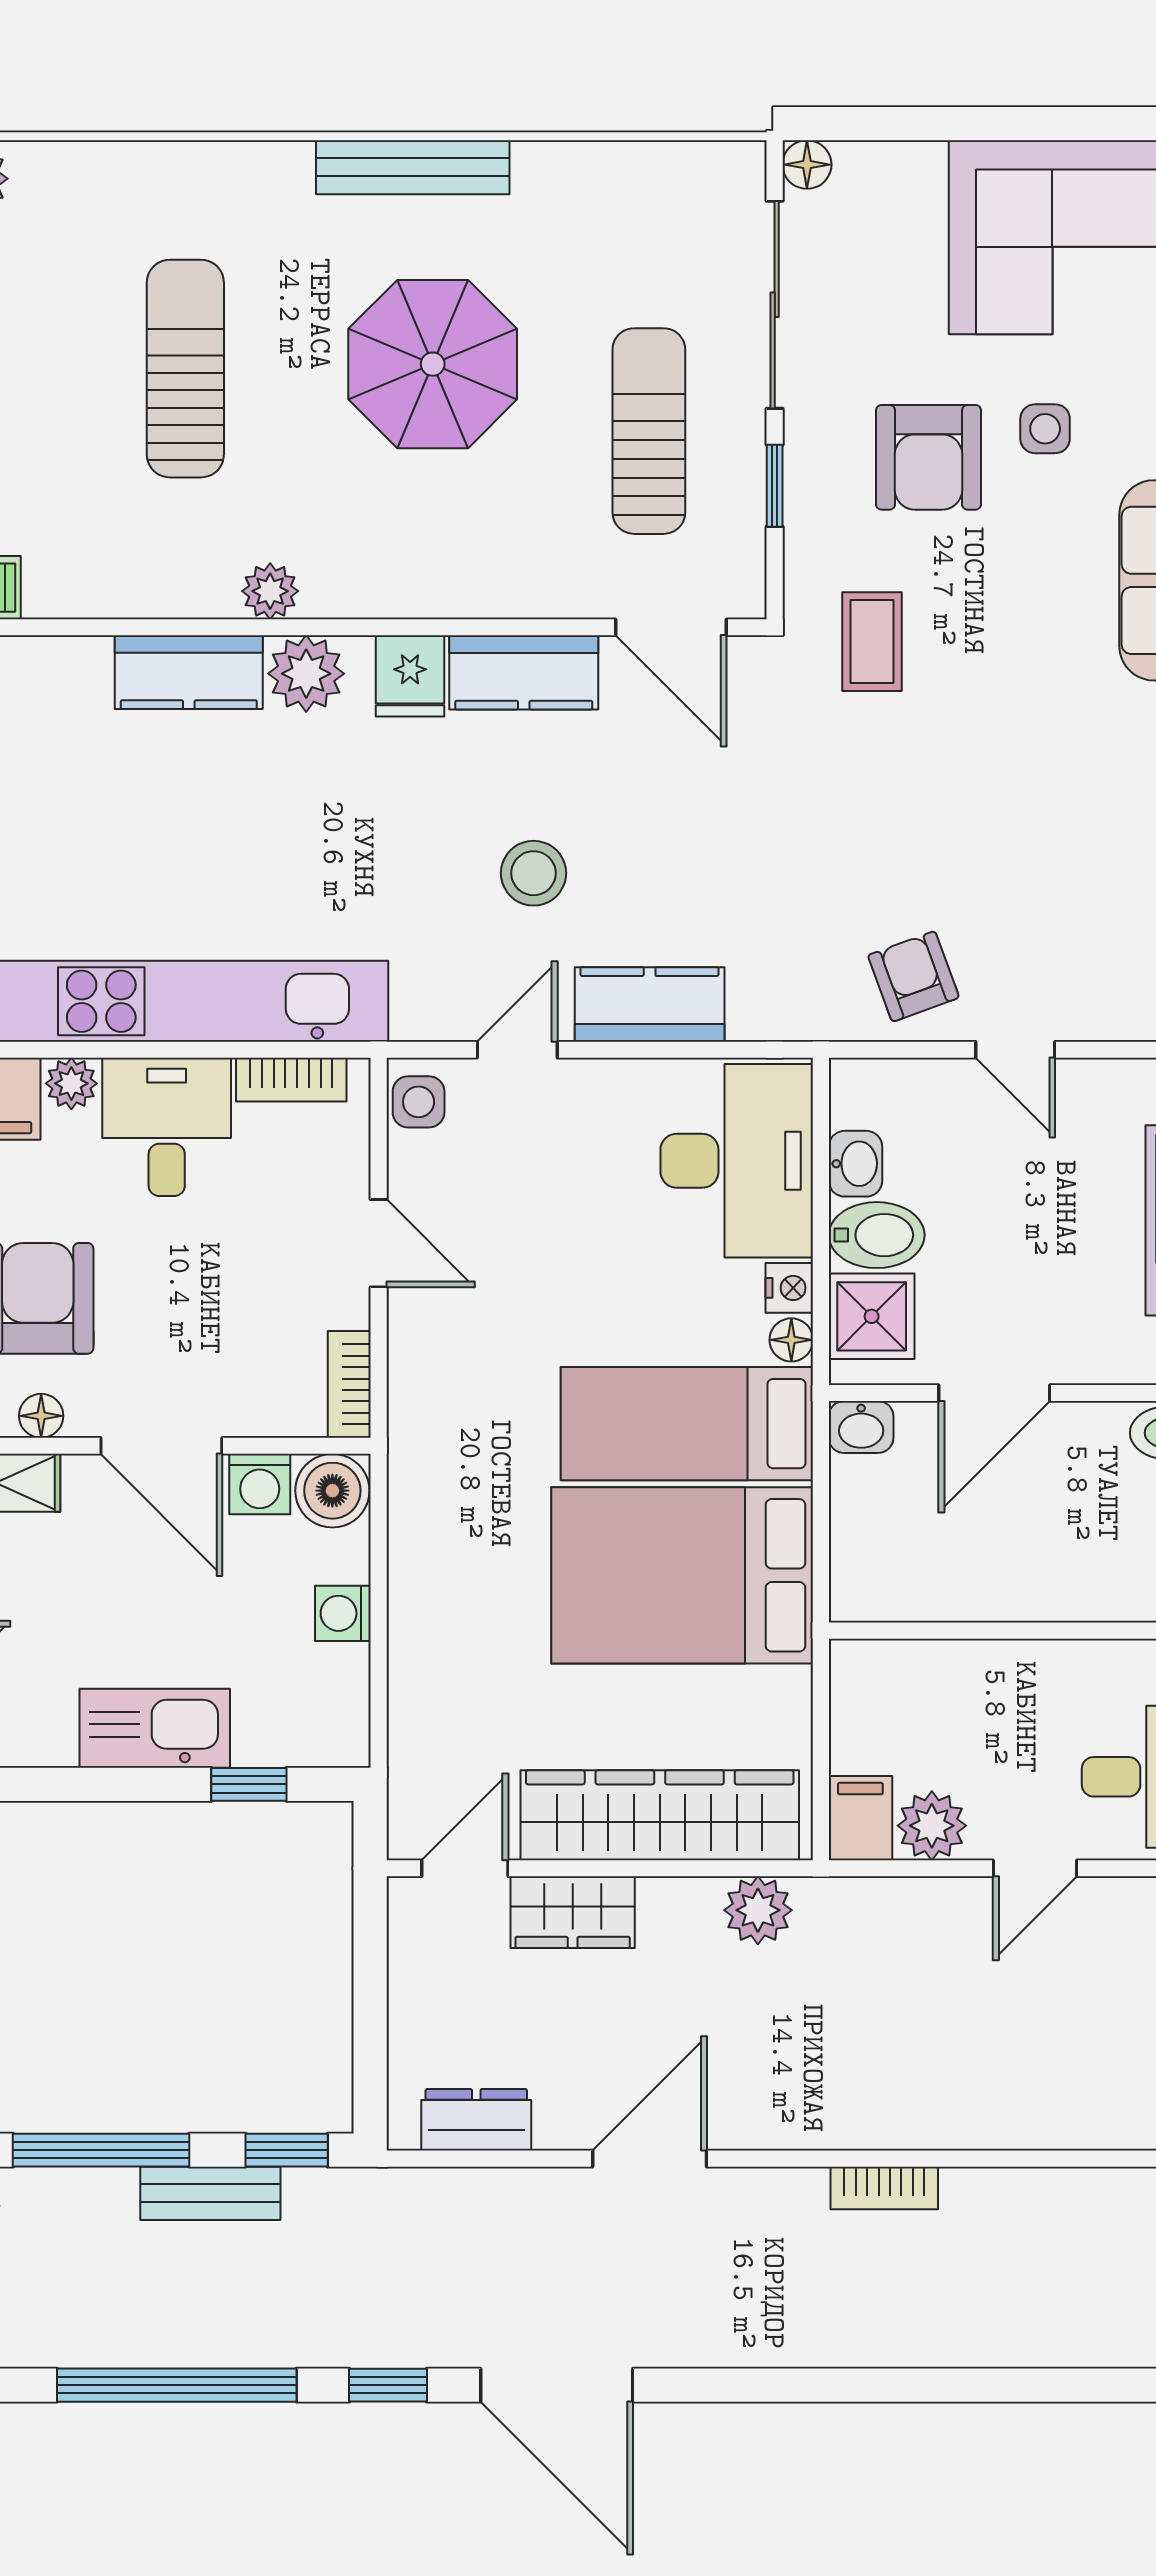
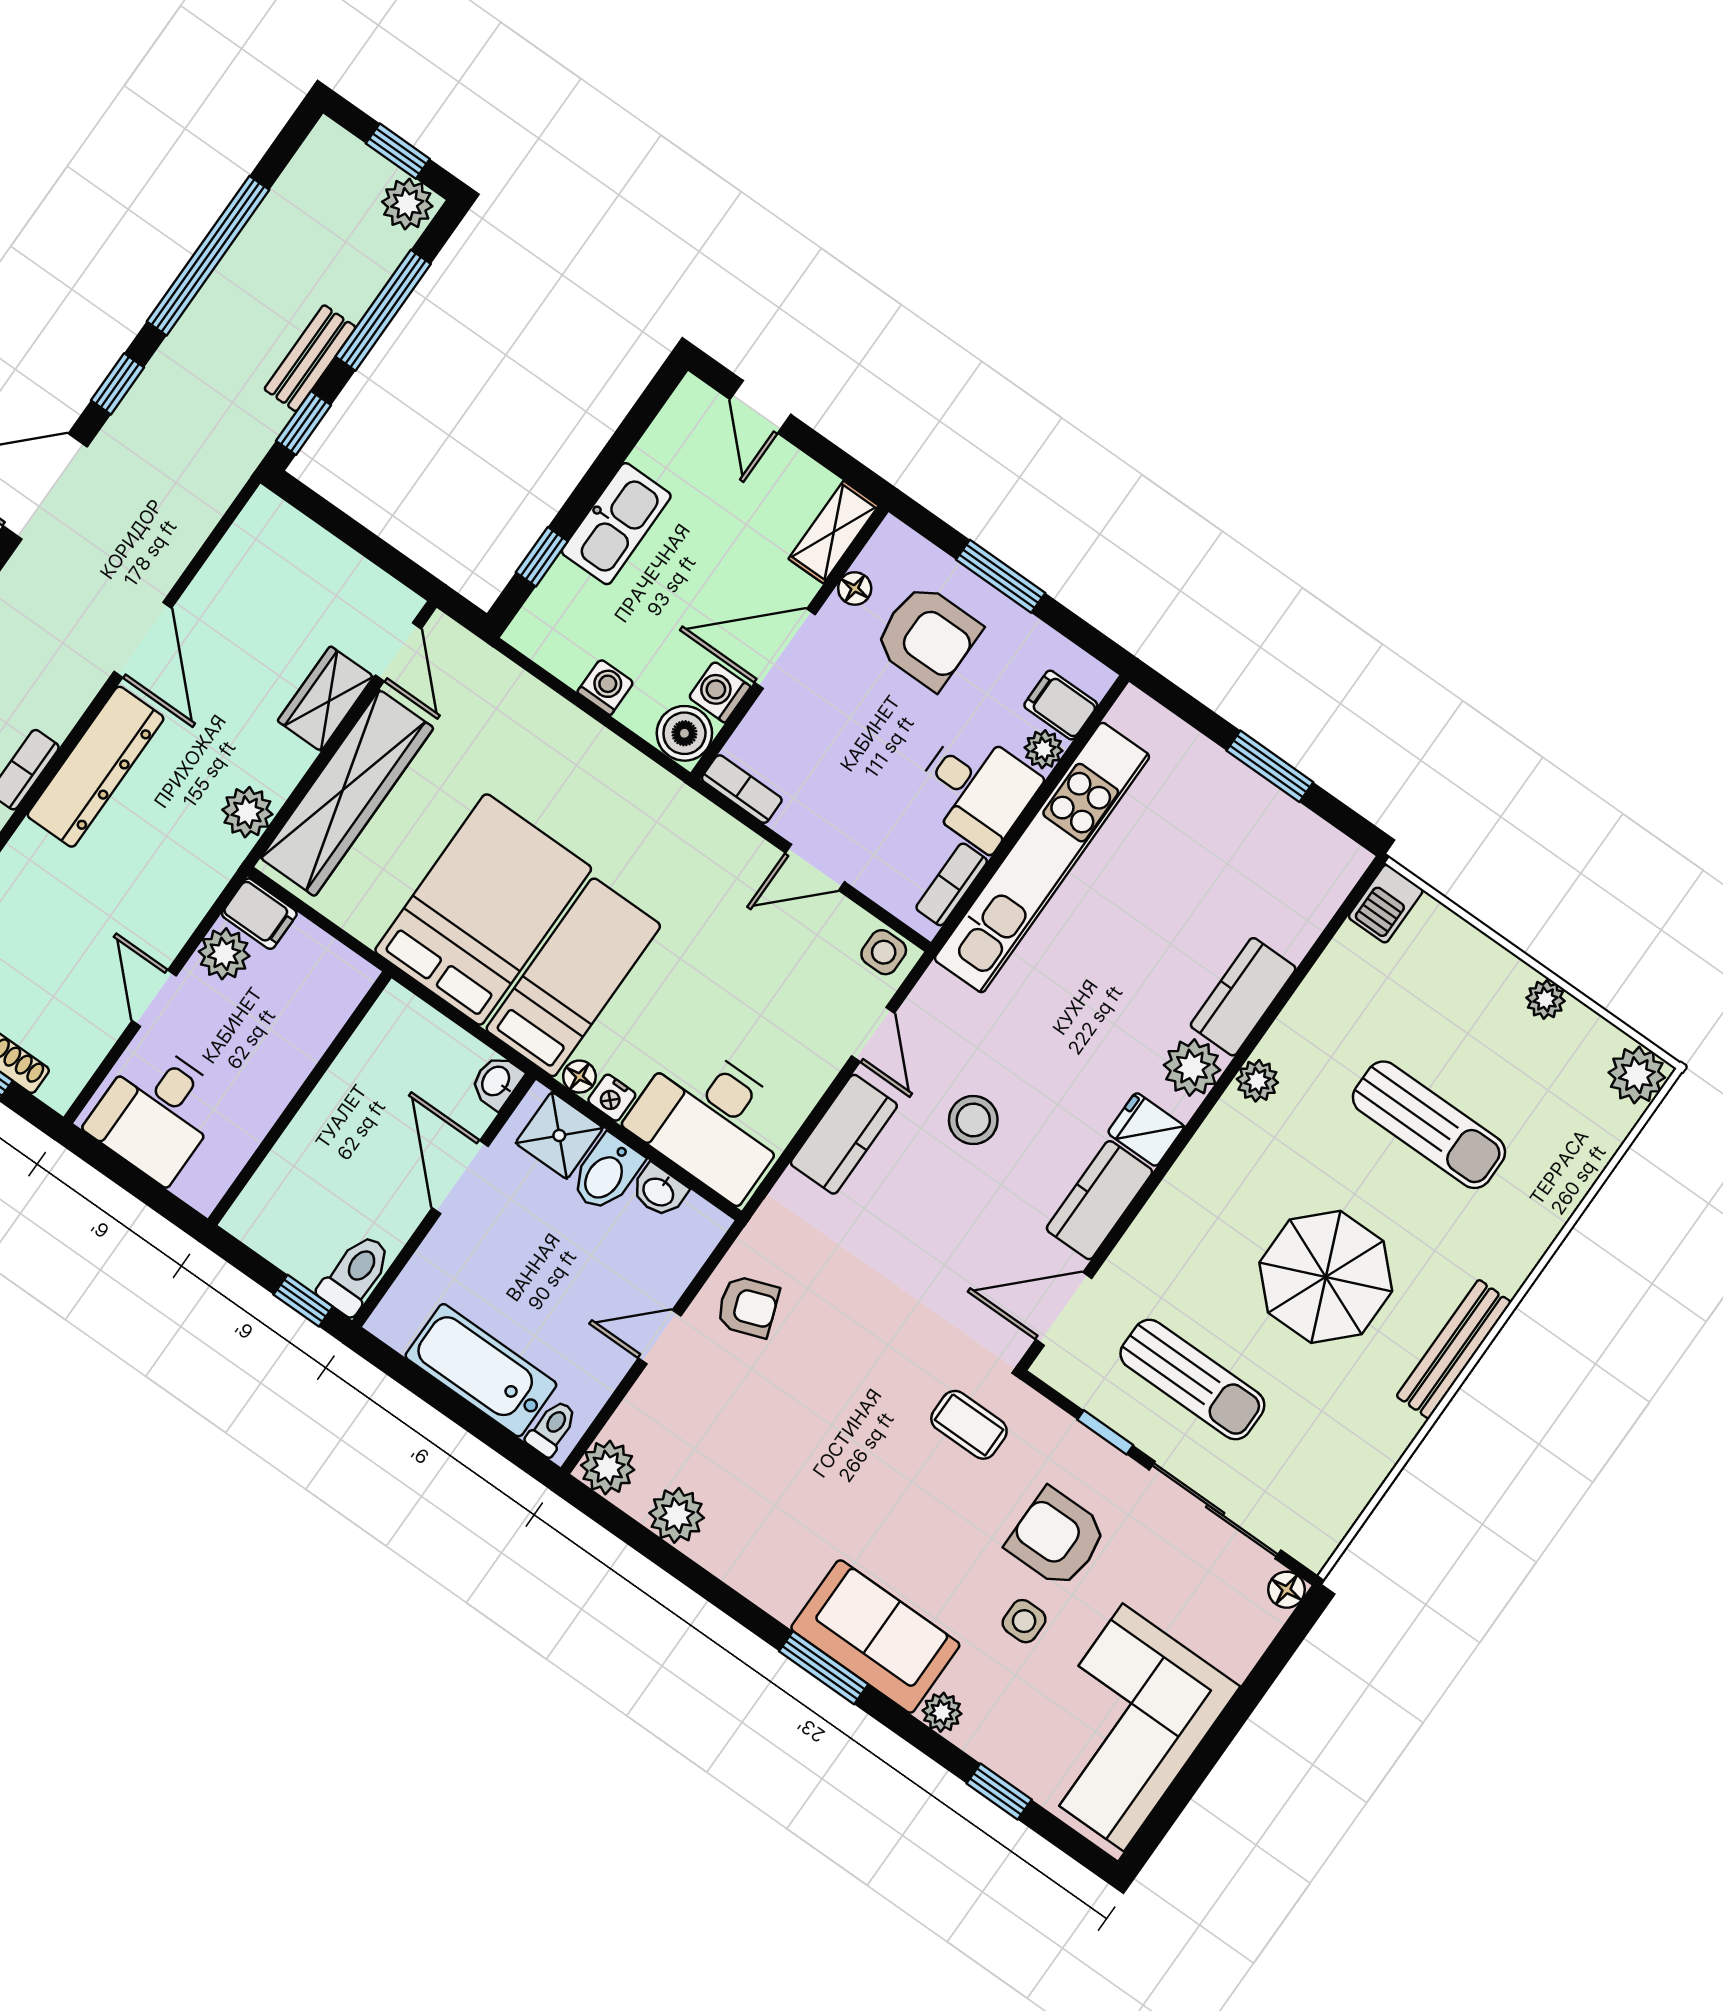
dresser: (476, 2120) -> (96, 767), moved, width x1.96, depth x1.24

